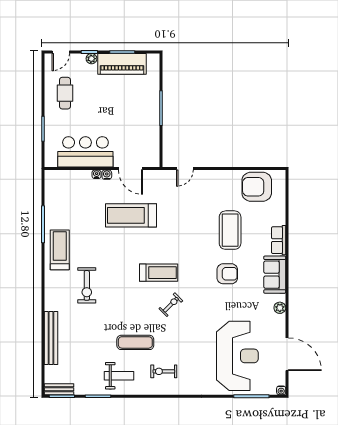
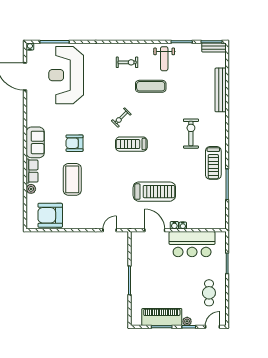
armchair: (257, 187) -> (50, 215), turned 180
plant: (280, 308) -> (31, 189), moved
weight bench: (119, 376) -> (164, 59), turned -90

